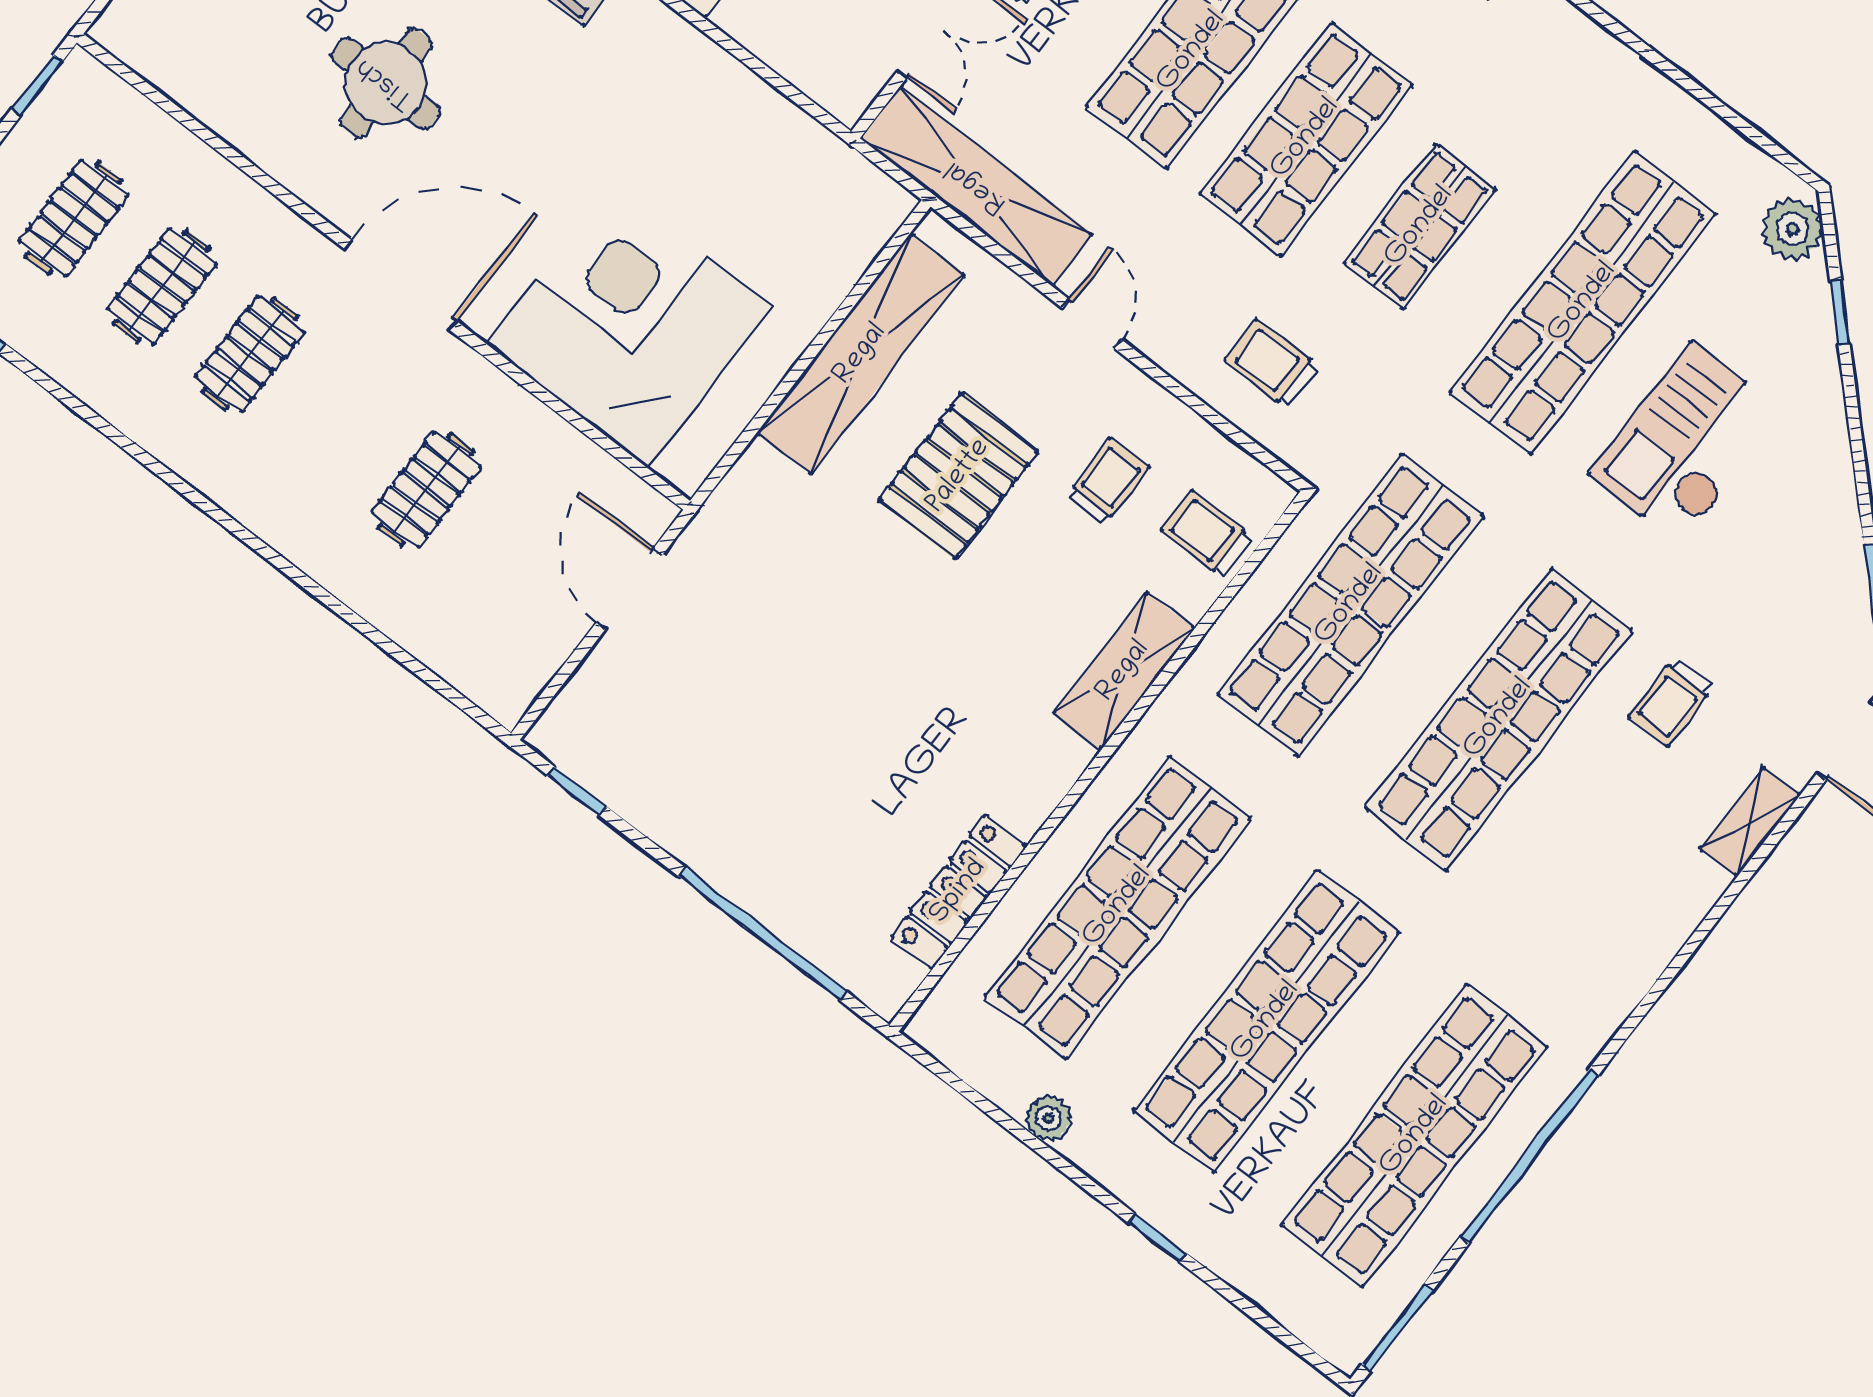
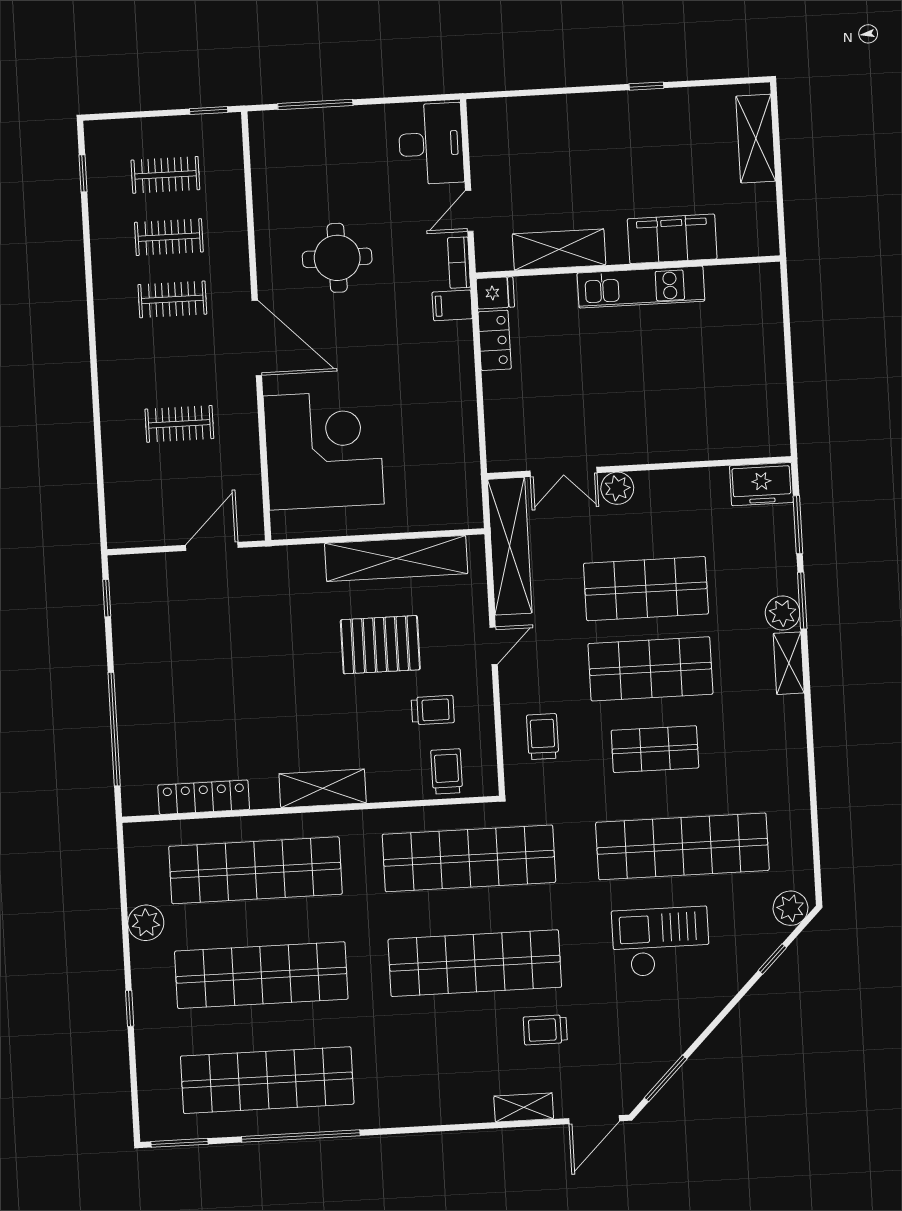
shelving: (1124, 671) -> (323, 788), moved
plant: (1049, 1118) -> (146, 923), width x1.38, depth x1.38

